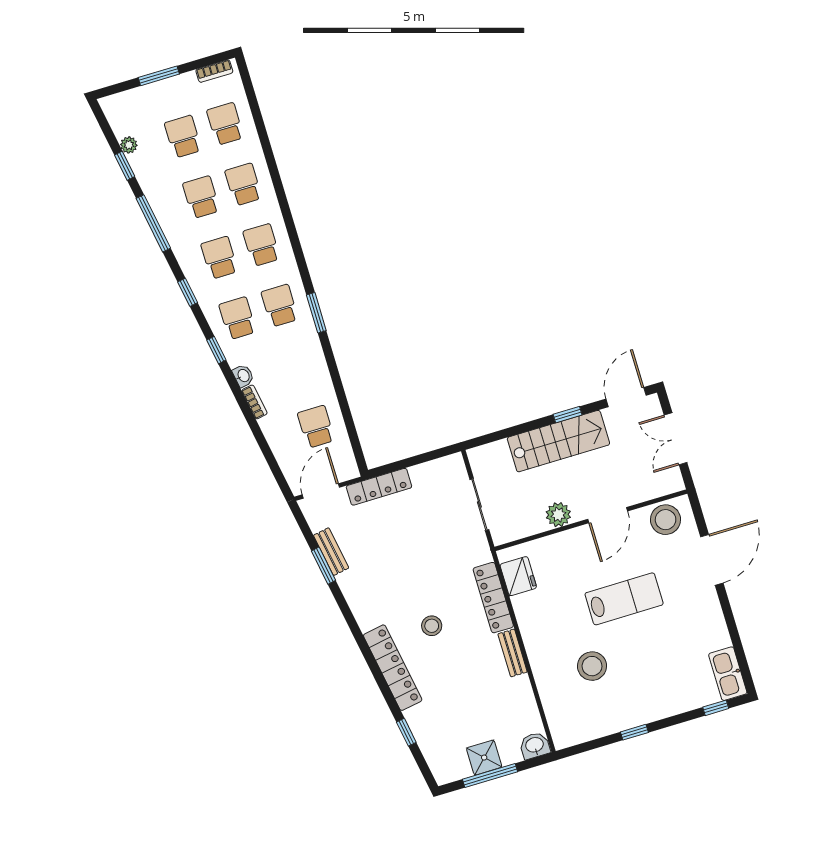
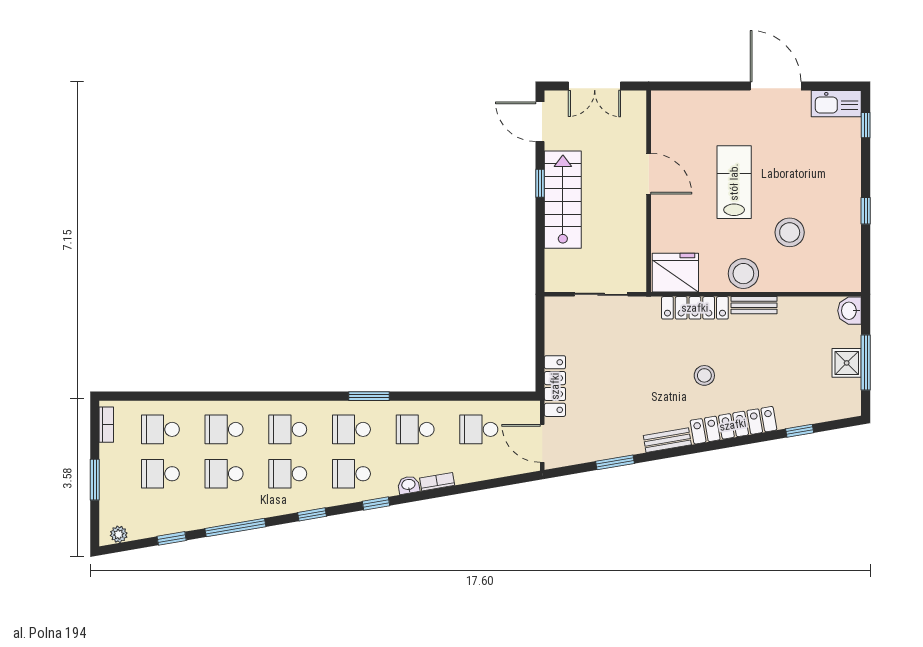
plant: (129, 145) -> (119, 534), moved
school desk: (298, 366) -> (415, 429), added
plant: (558, 515) -> (634, 221), removed
stool: (666, 520) -> (743, 274), moved
bench: (331, 552) -> (667, 440), moved
door: (712, 560) -> (776, 86), moved
fridge: (518, 576) -> (675, 273), width x1.36, depth x1.34

